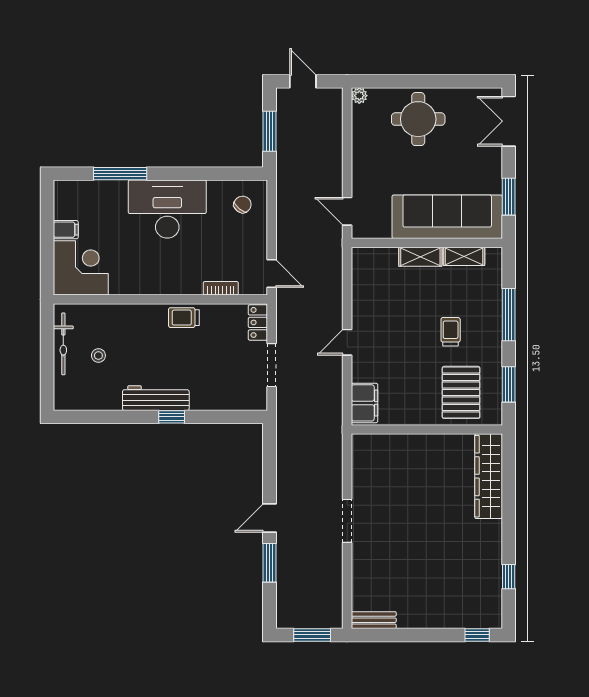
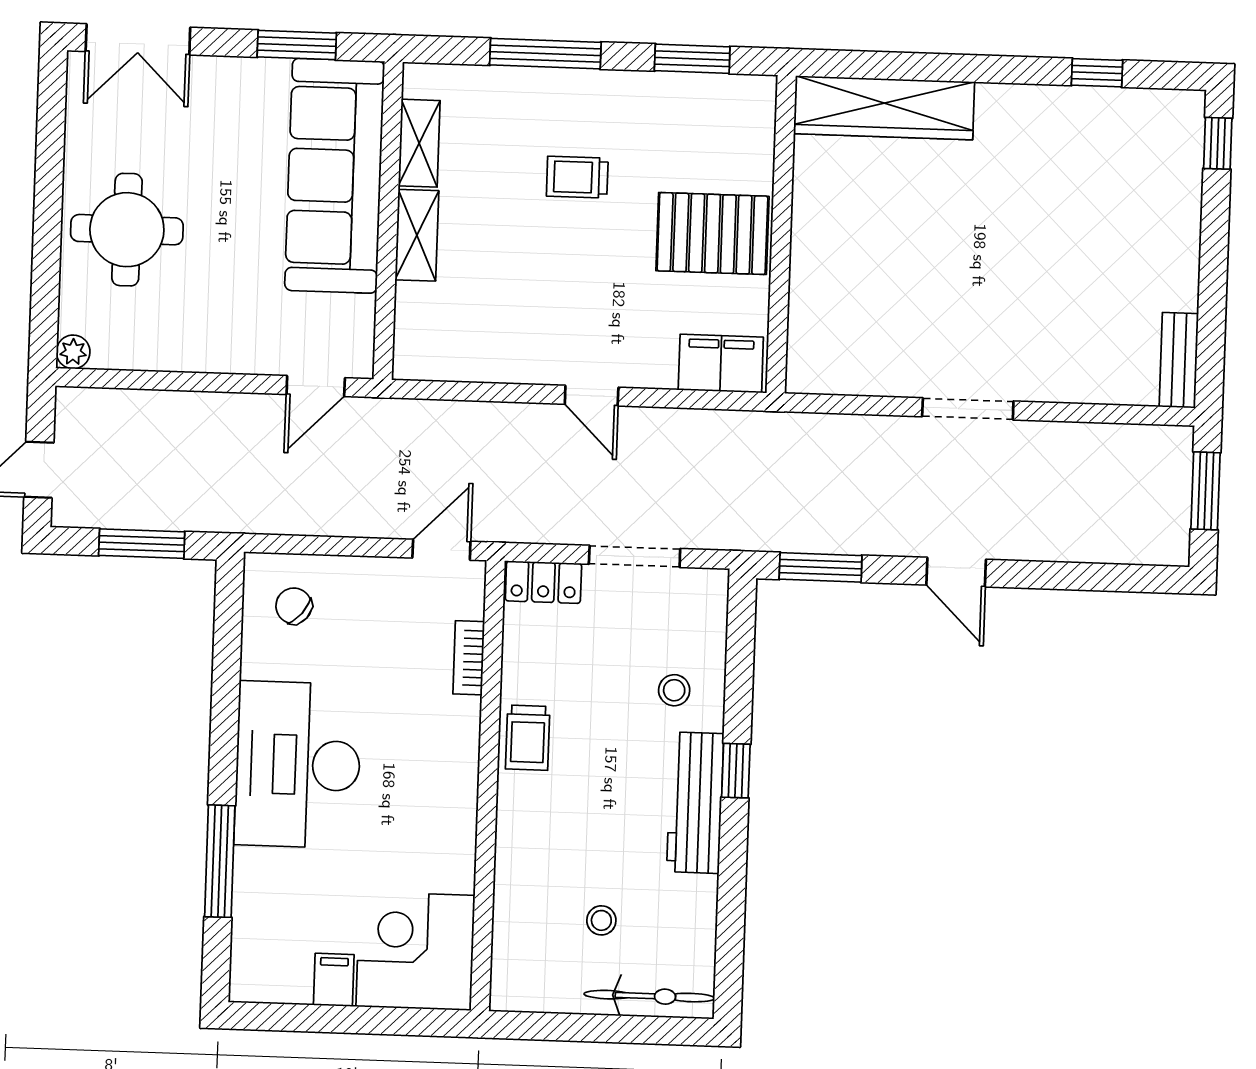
bicycle: (63, 344) -> (649, 996), moved
stool: (209, 386) -> (674, 690), added
pallet: (461, 392) -> (712, 234), moved
window: (270, 563) -> (821, 567), moved

